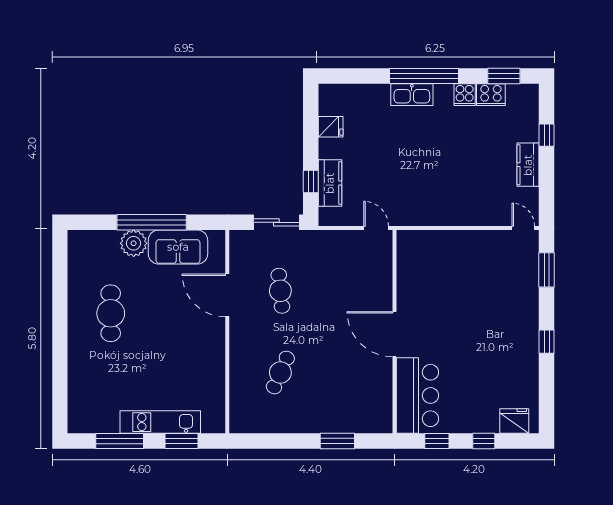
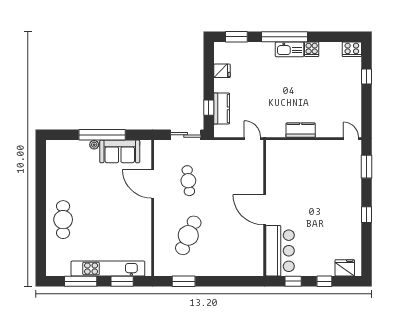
window: (504, 76) -> (236, 37), moved
kitchen sink: (412, 95) -> (289, 49), moved
cooker: (491, 95) -> (352, 49), moved
kitchen counter: (528, 165) -> (301, 130), moved, turned 90
plant: (134, 243) -> (94, 145), width x0.53, depth x0.53
cafe table: (111, 313) -> (63, 220), moved
cafe table: (280, 373) -> (188, 235), width x1.37, depth x1.35
kitchen unit: (160, 422) -> (108, 269), width x1.36
window: (337, 441) -> (184, 281), moved

